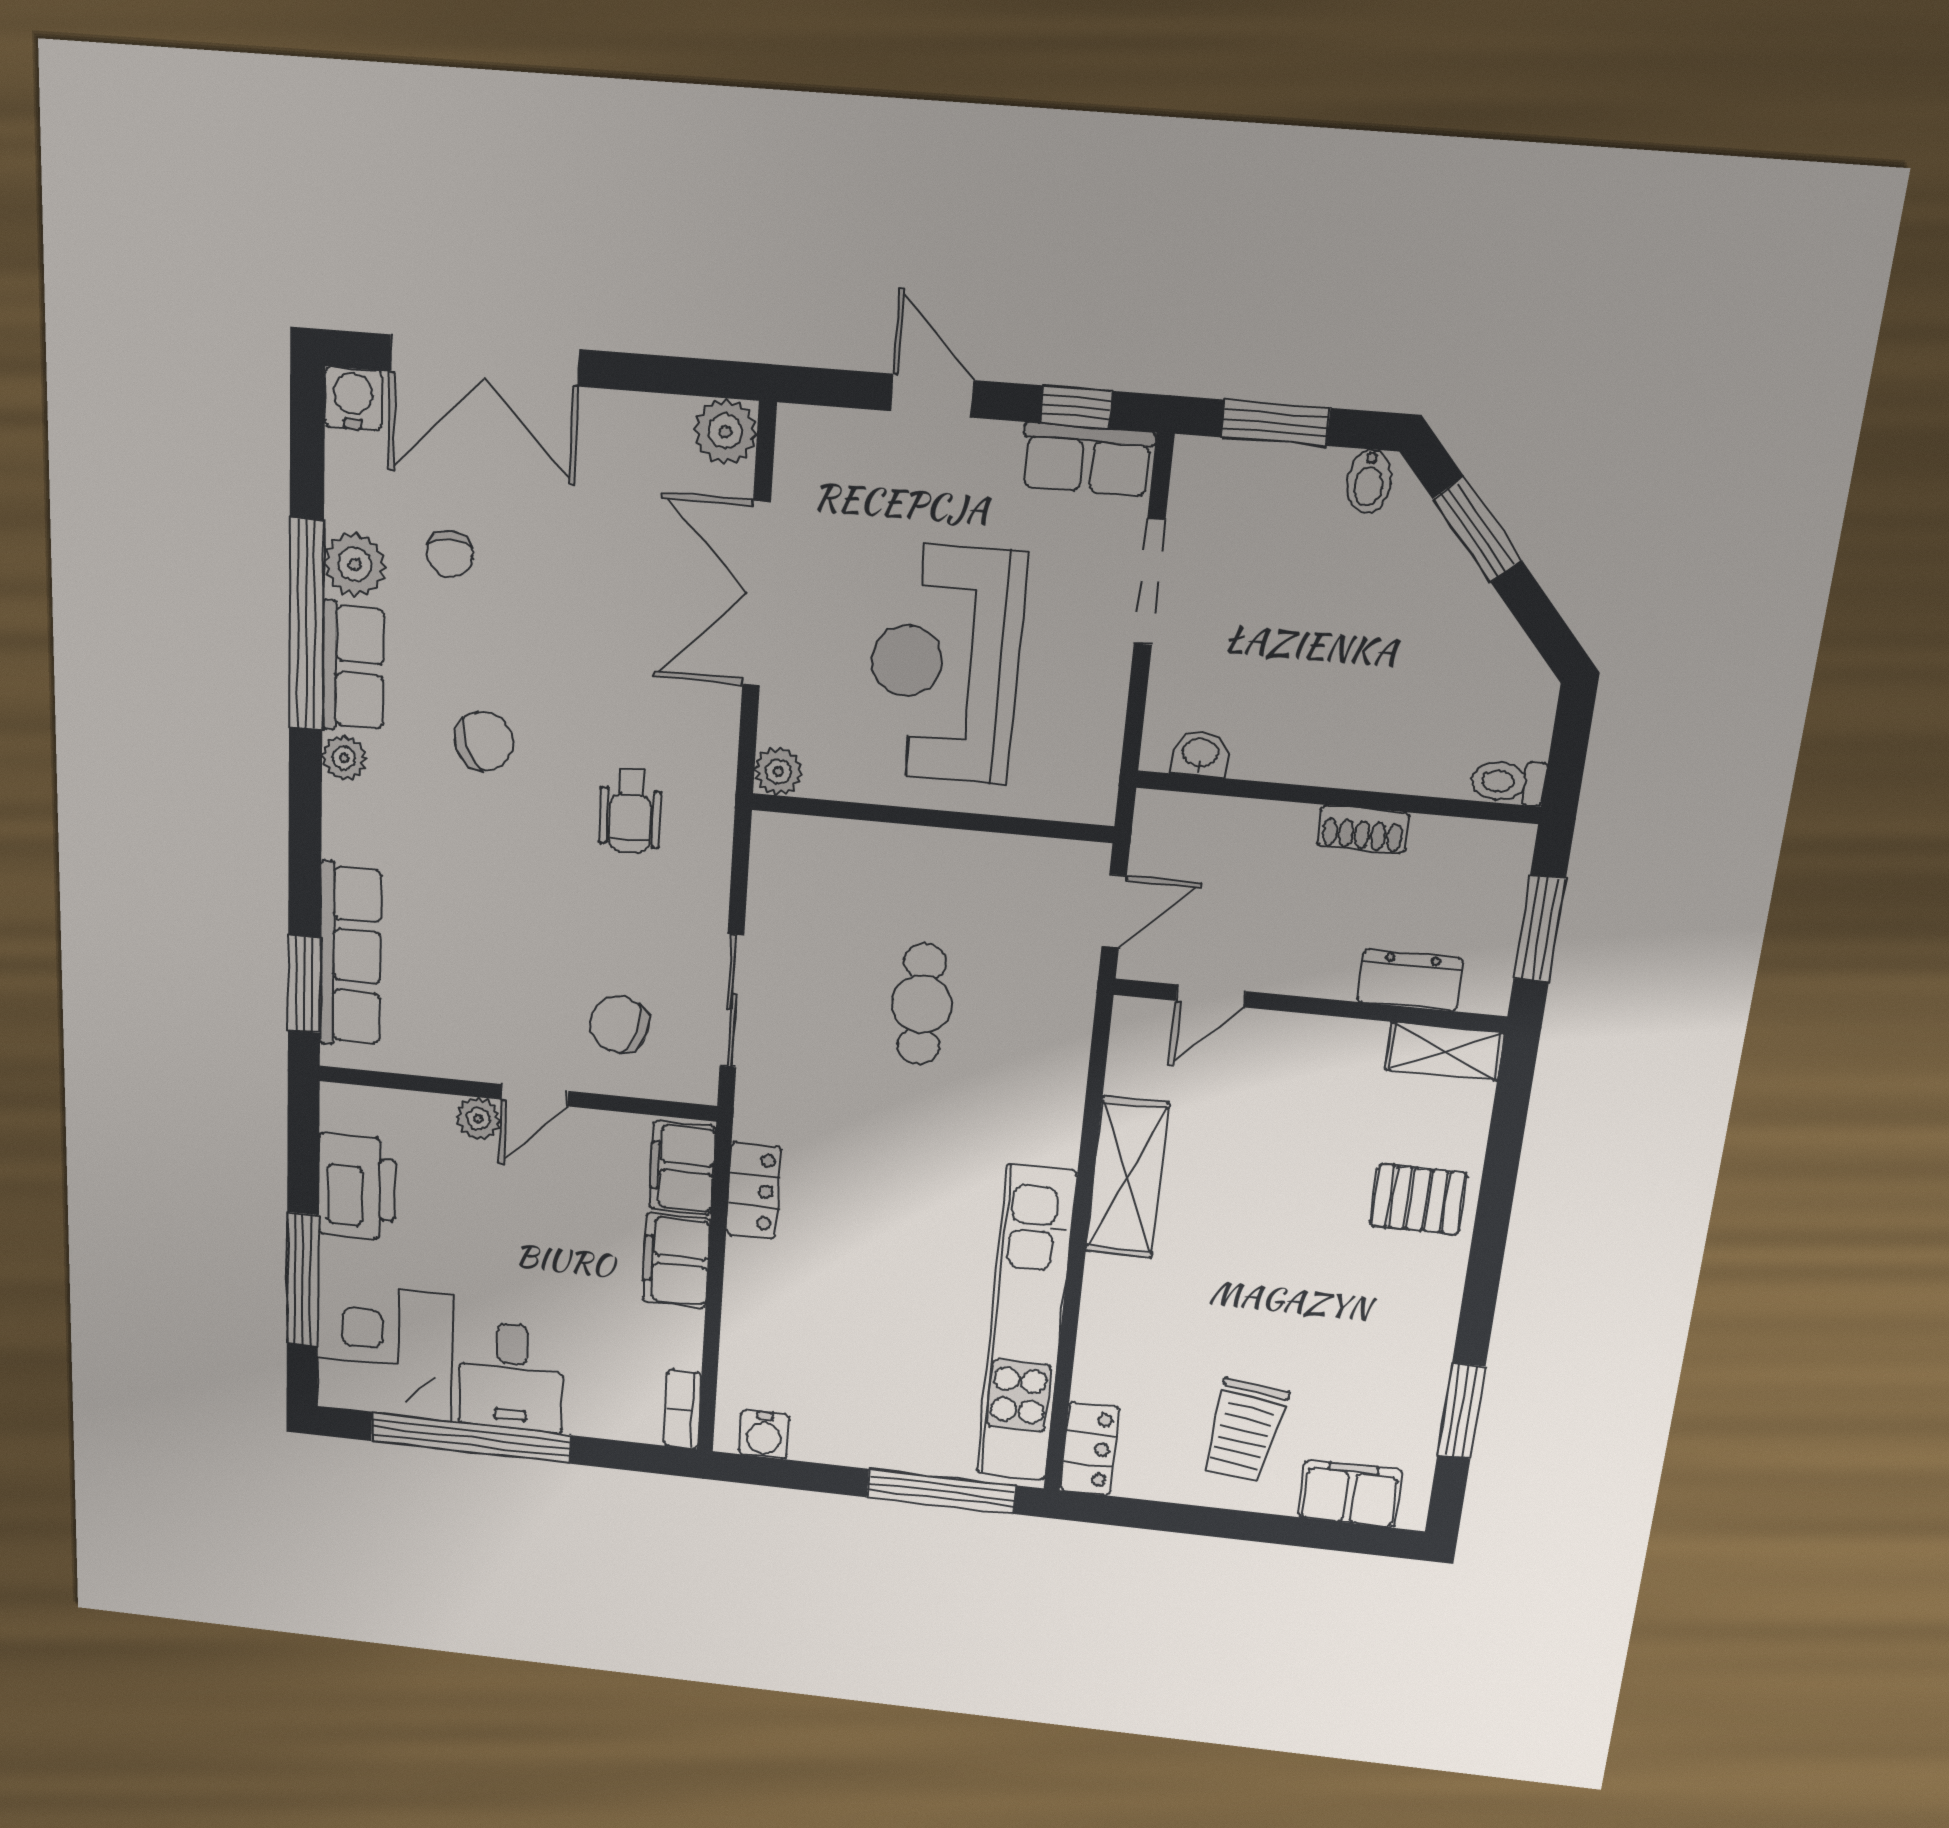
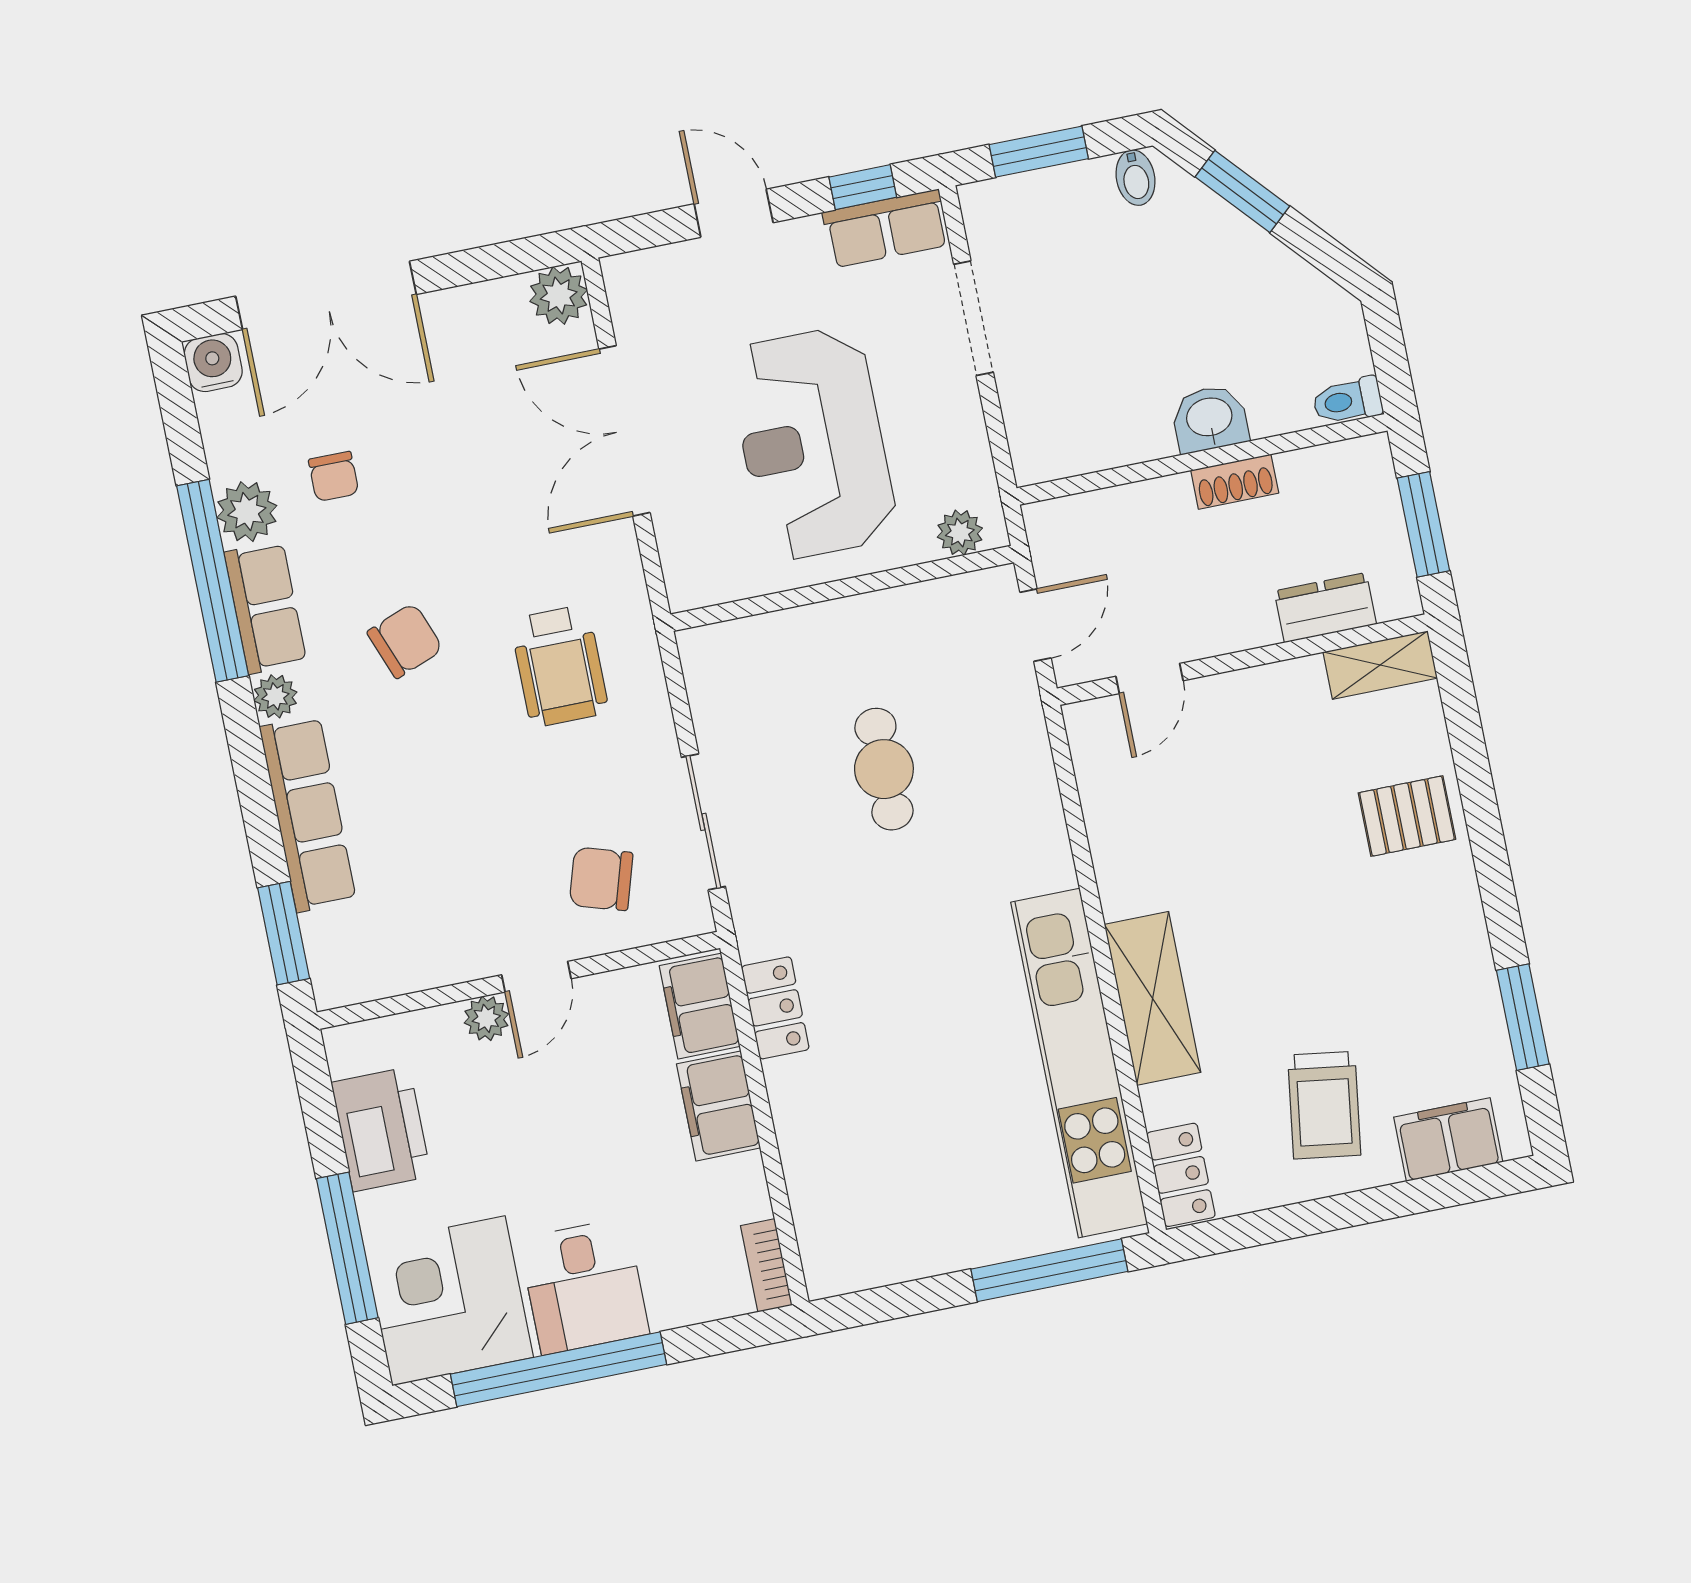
washbasin: (1200, 754) -> (1210, 419), moved, width x1.38, depth x1.45
plant: (778, 772) -> (960, 533), moved
wheelchair: (630, 811) -> (559, 666), width x1.36, depth x1.37
row of seats: (351, 955) -> (308, 814), moved
shelving: (1127, 1178) -> (1153, 998), moved
water cooler: (764, 1435) -> (855, 1266), removed

